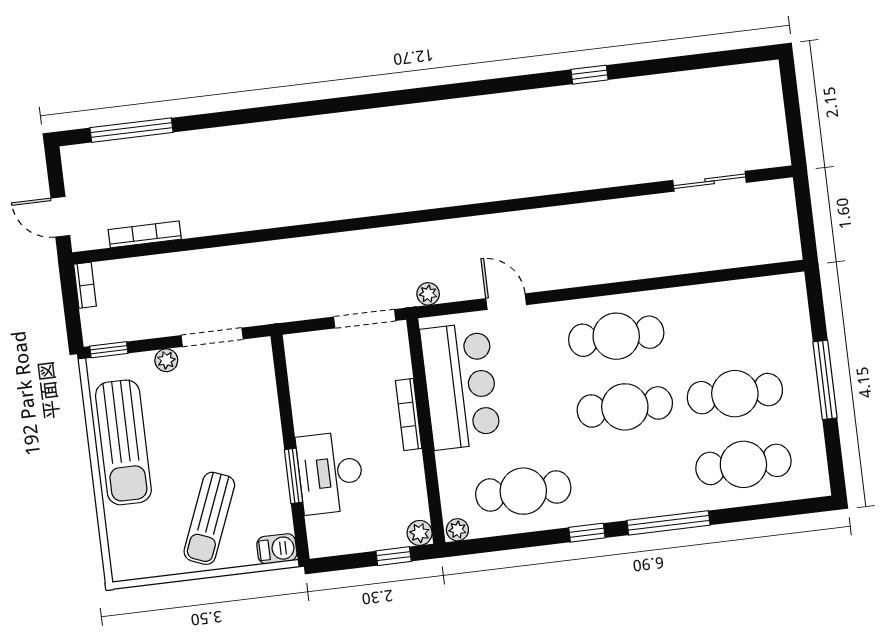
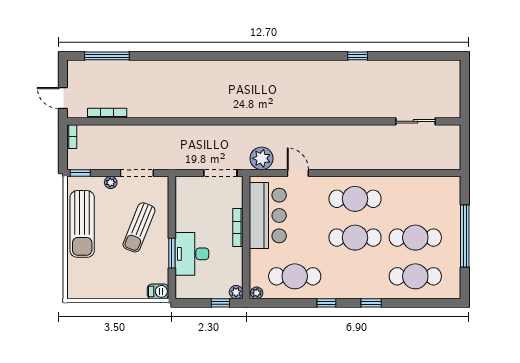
plant: (428, 294) -> (262, 158), width x1.88, depth x1.88
window: (825, 380) -> (465, 236), width x1.46
sun lounger: (209, 518) -> (139, 227), moved
window: (669, 523) -> (371, 303), width x0.46

